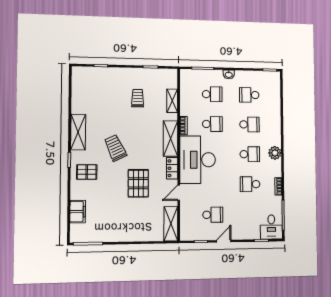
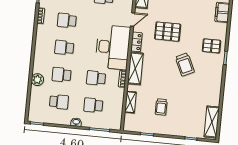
shelving: (78, 132) -> (212, 122), moved
plant: (275, 153) -> (37, 80), moved
pallet: (138, 183) -> (168, 32), turned 90
school desk: (250, 184) -> (67, 20), turned 180

